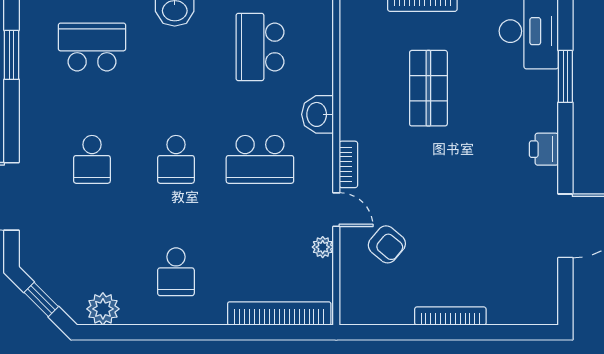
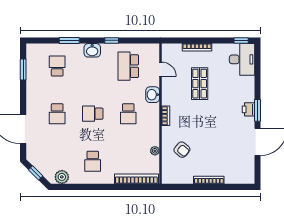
school desk: (92, 47) -> (57, 66), width x0.54
window: (565, 76) -> (257, 110), moved
school desk: (176, 159) -> (93, 114), turned 90
school desk: (260, 159) -> (128, 114), width x0.54
door: (336, 210) -> (161, 69), moved

